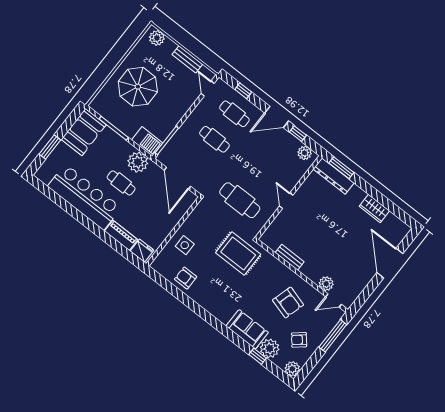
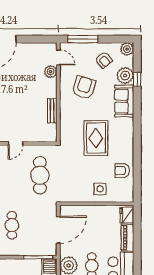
rug: (238, 253) -> (96, 138), moved
armchair: (186, 278) -> (122, 171), turned 90

